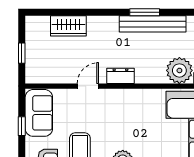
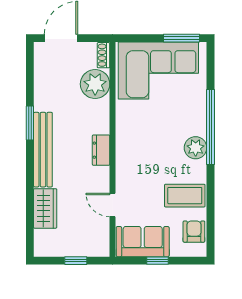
bench: (153, 24) -> (43, 150), moved
door: (88, 86) -> (113, 205), moved

